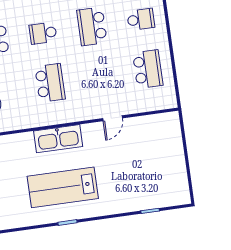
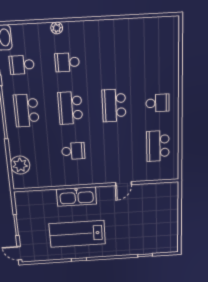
school desk: (43, 33) -> (70, 108), width x1.85
school desk: (148, 69) -> (158, 146), turned 180
school desk: (50, 83) -> (73, 151), width x0.54

